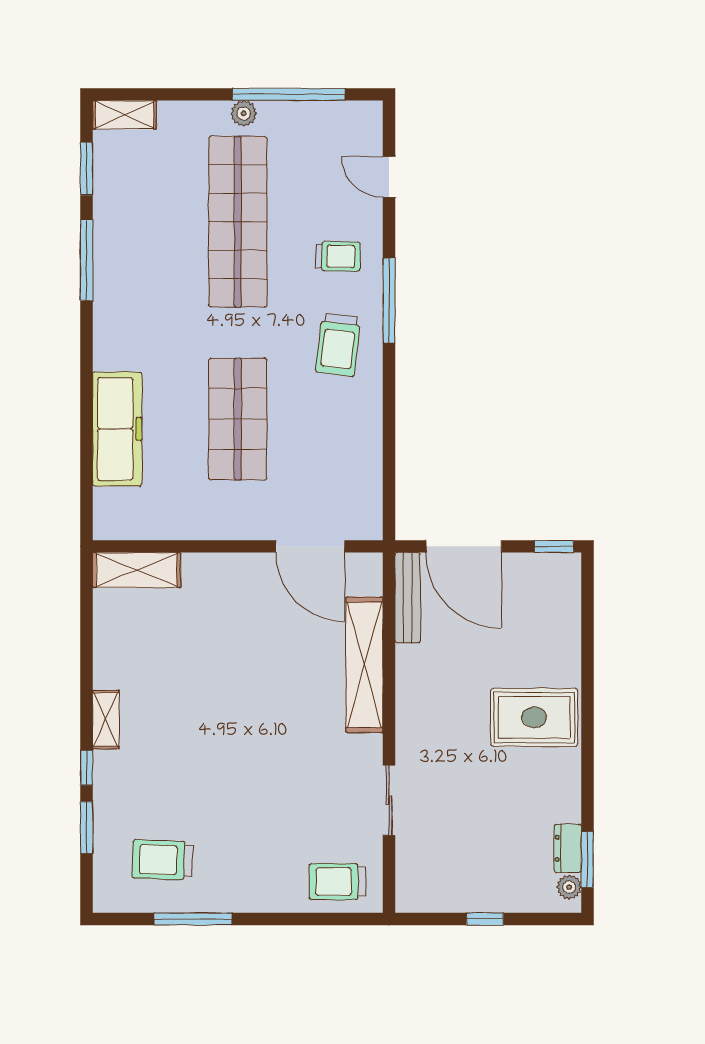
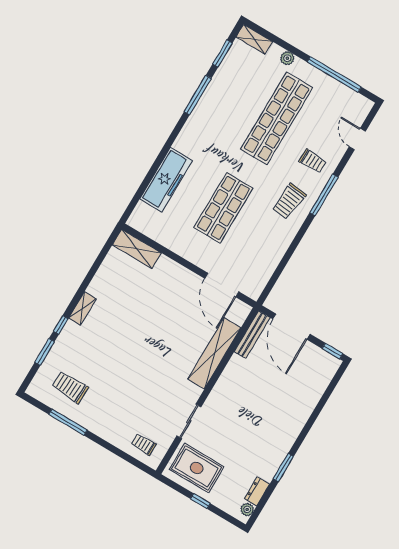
plant: (244, 113) -> (287, 58), moved
rug: (534, 717) -> (197, 468), moved
window: (587, 860) -> (283, 468), moved
trolley: (338, 882) -> (144, 444), width x0.73, depth x0.72

